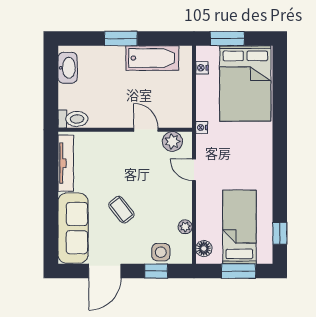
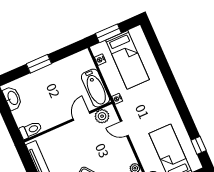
bathtub: (152, 58) -> (95, 88), moved, turned 90
bed: (245, 83) -> (127, 60), width x0.67
door: (146, 130) -> (81, 116), hinge flipped

